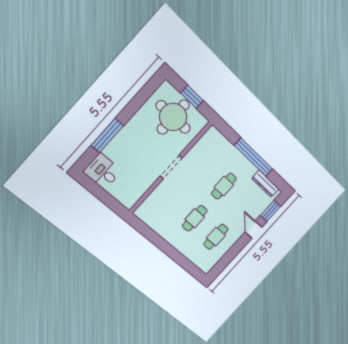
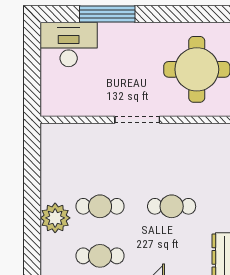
desk: (103, 171) -> (69, 44), width x1.37
plant: (182, 243) -> (55, 218), added

